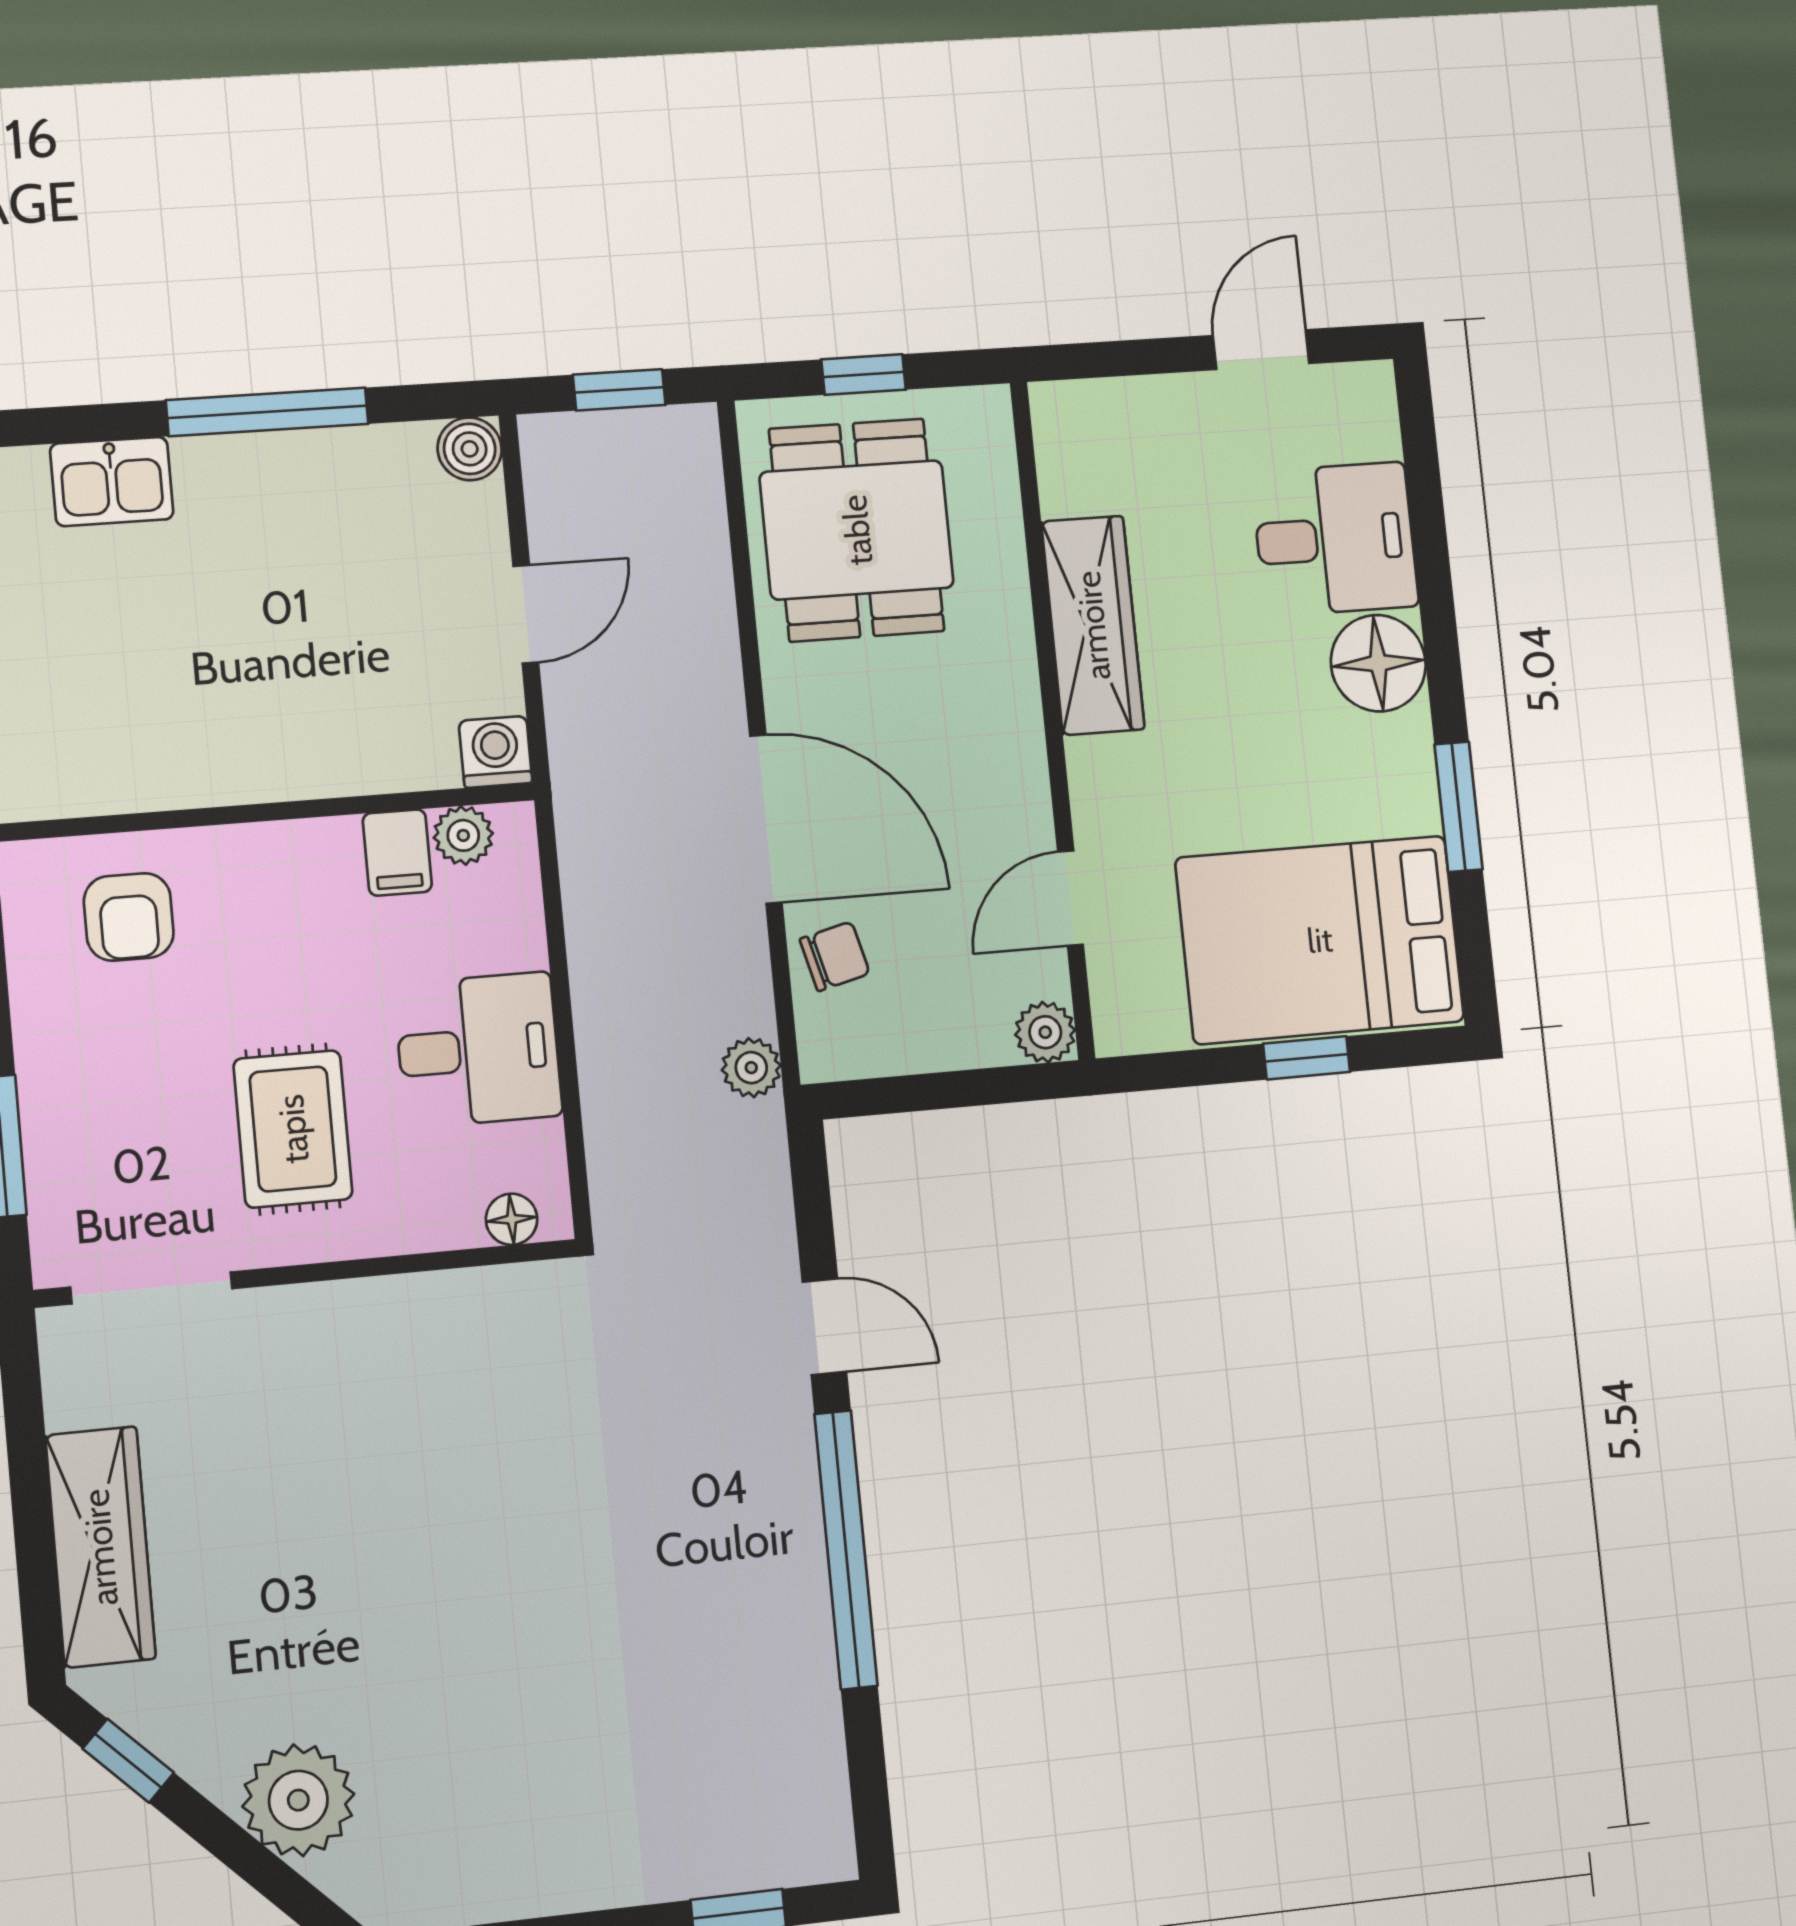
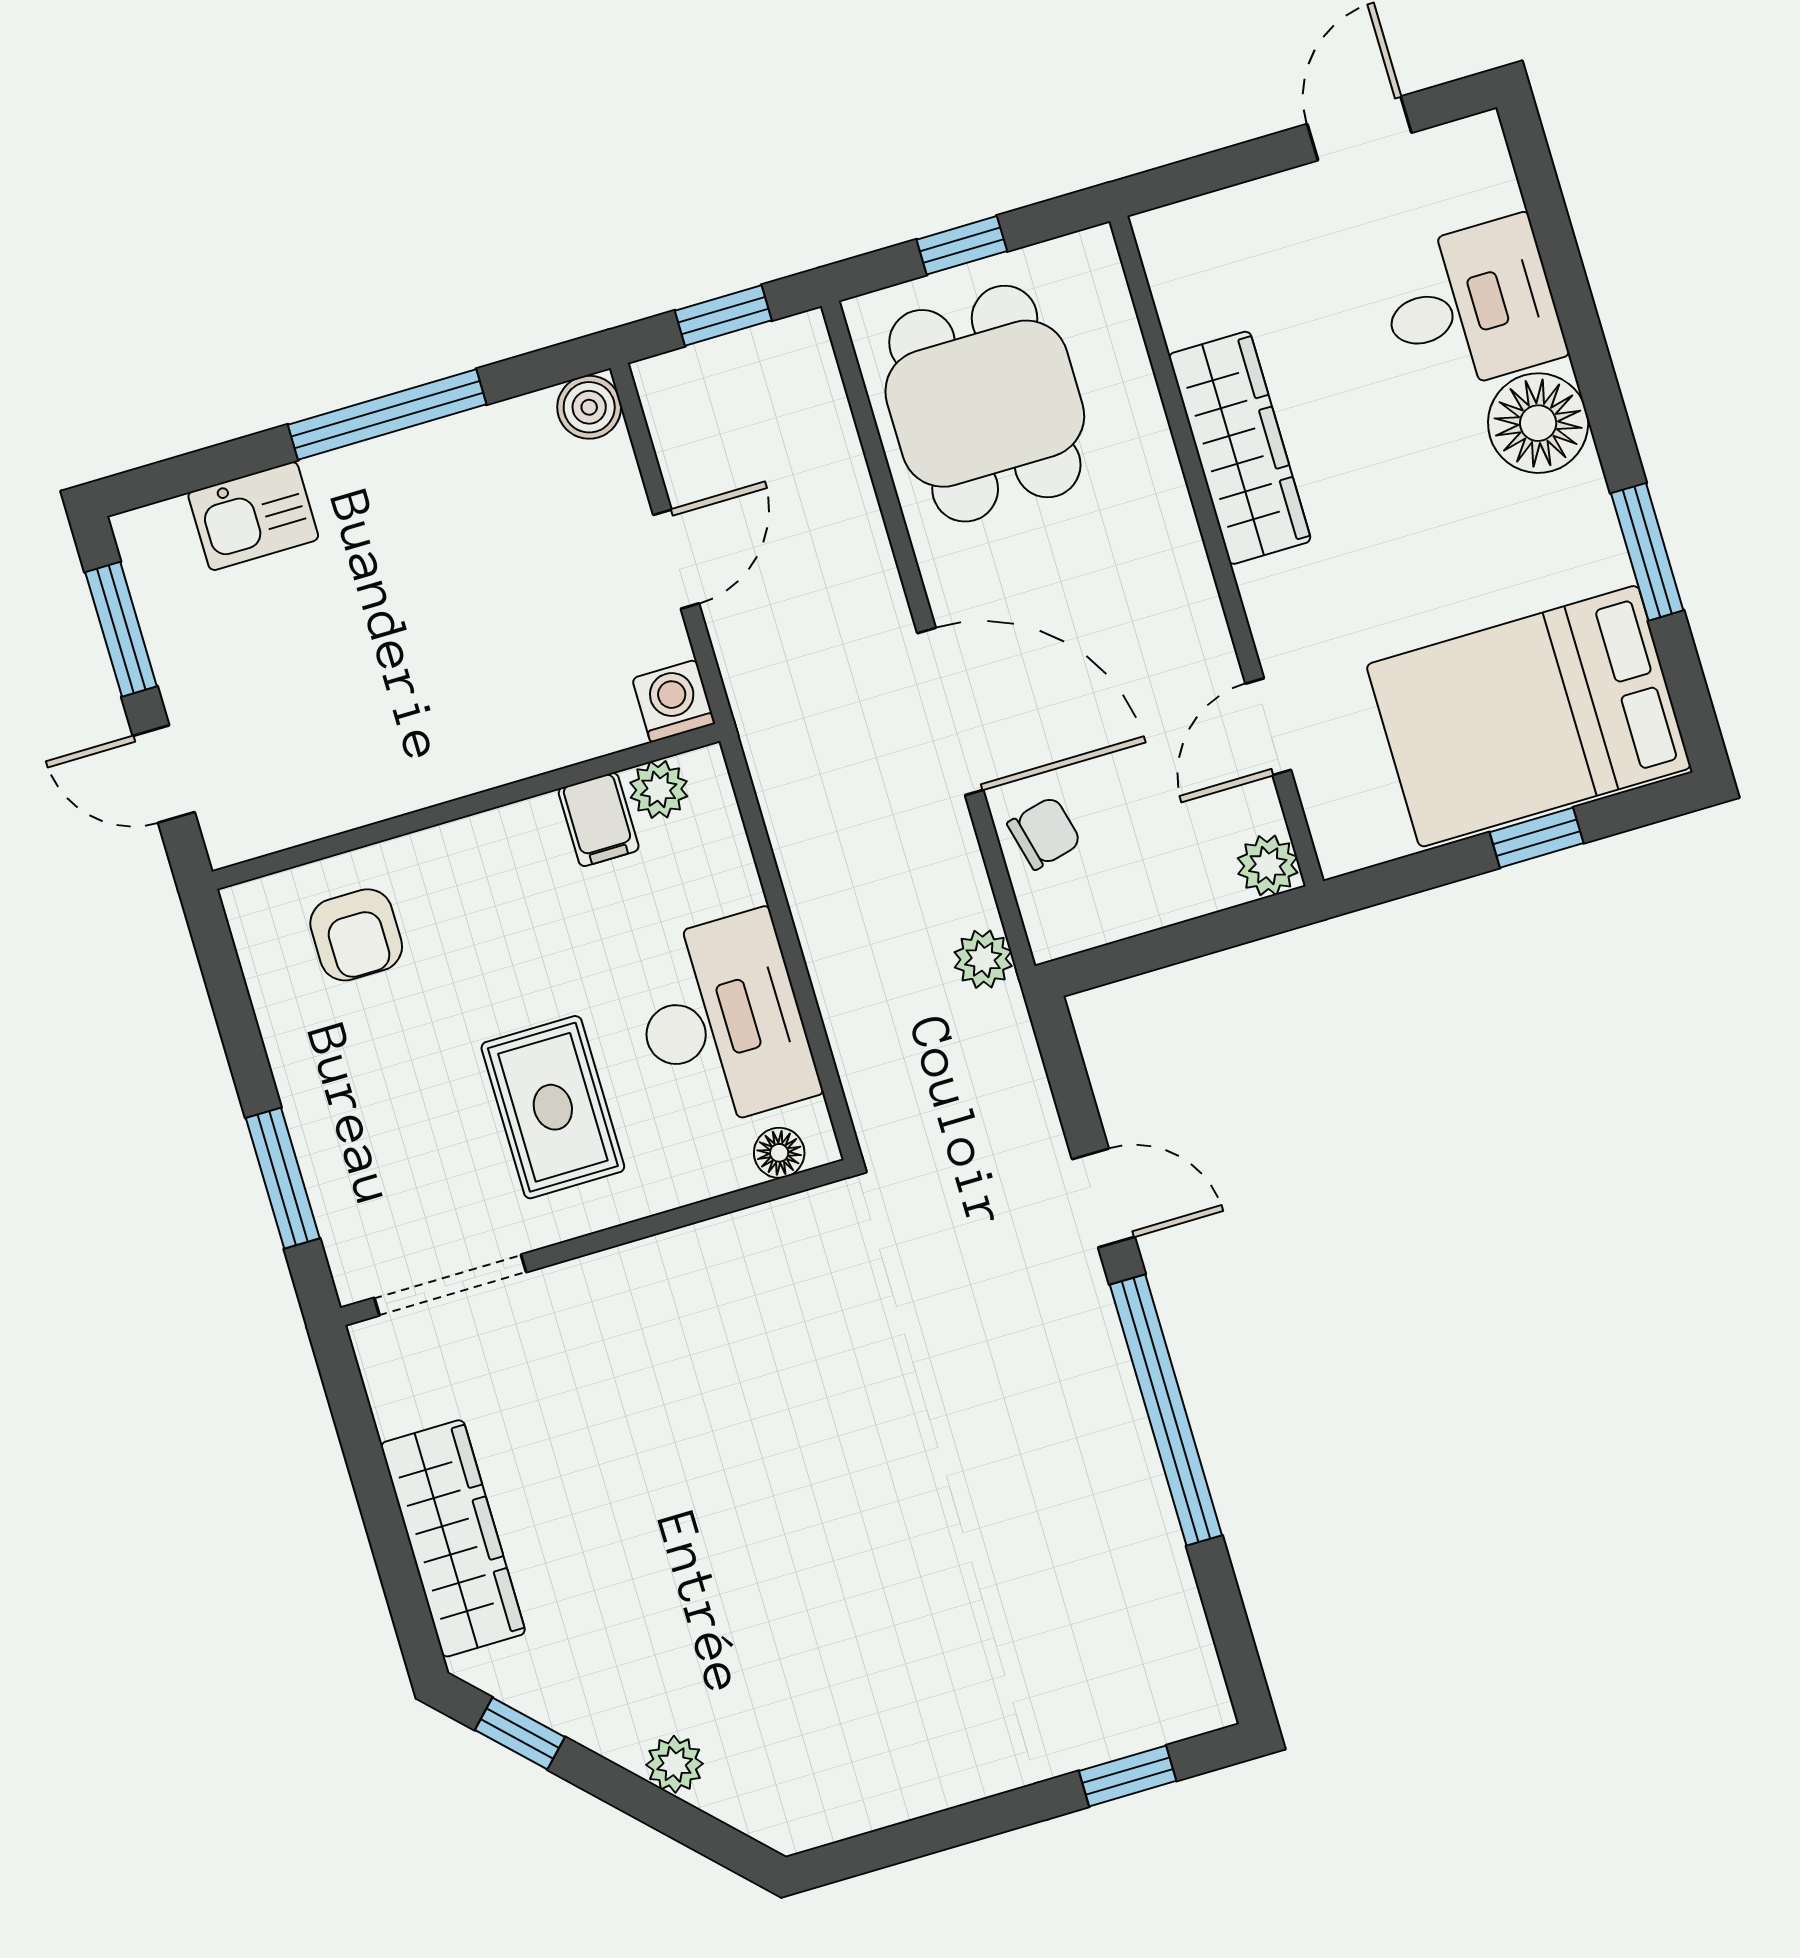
desk: (478, 1050) -> (722, 1021), width x1.37
plant: (298, 1800) -> (675, 1764), width x0.53, depth x0.53

